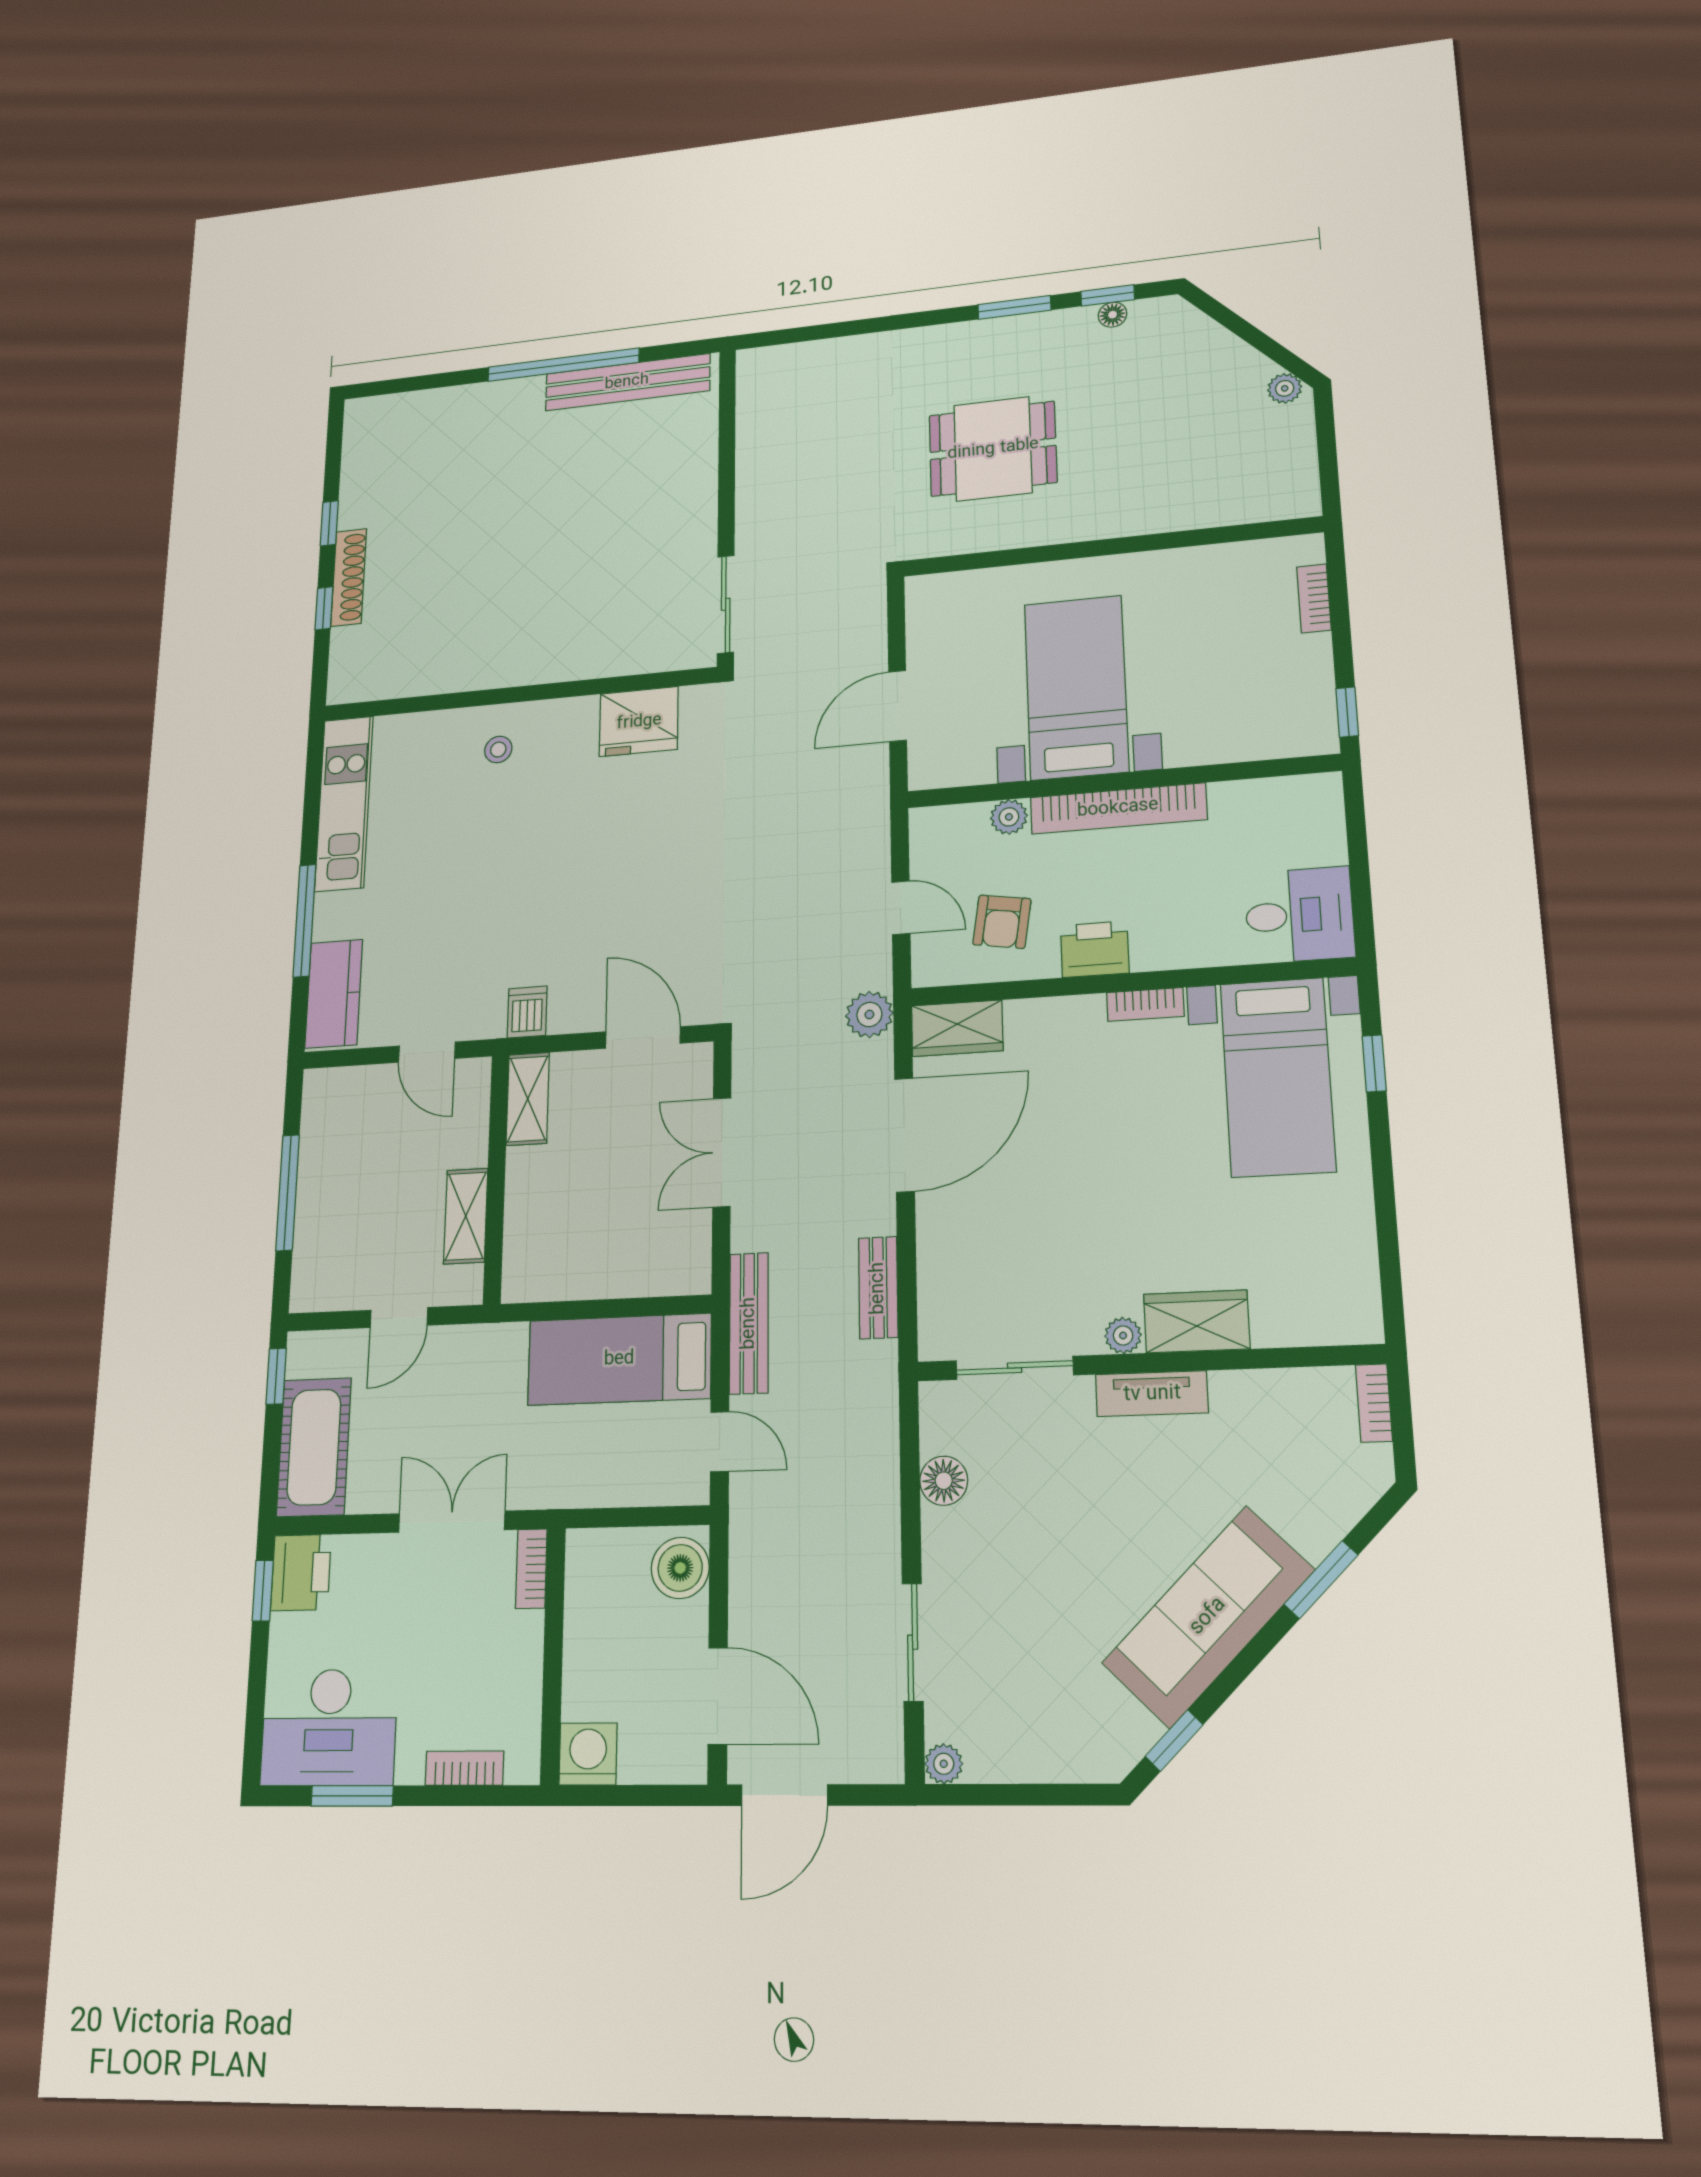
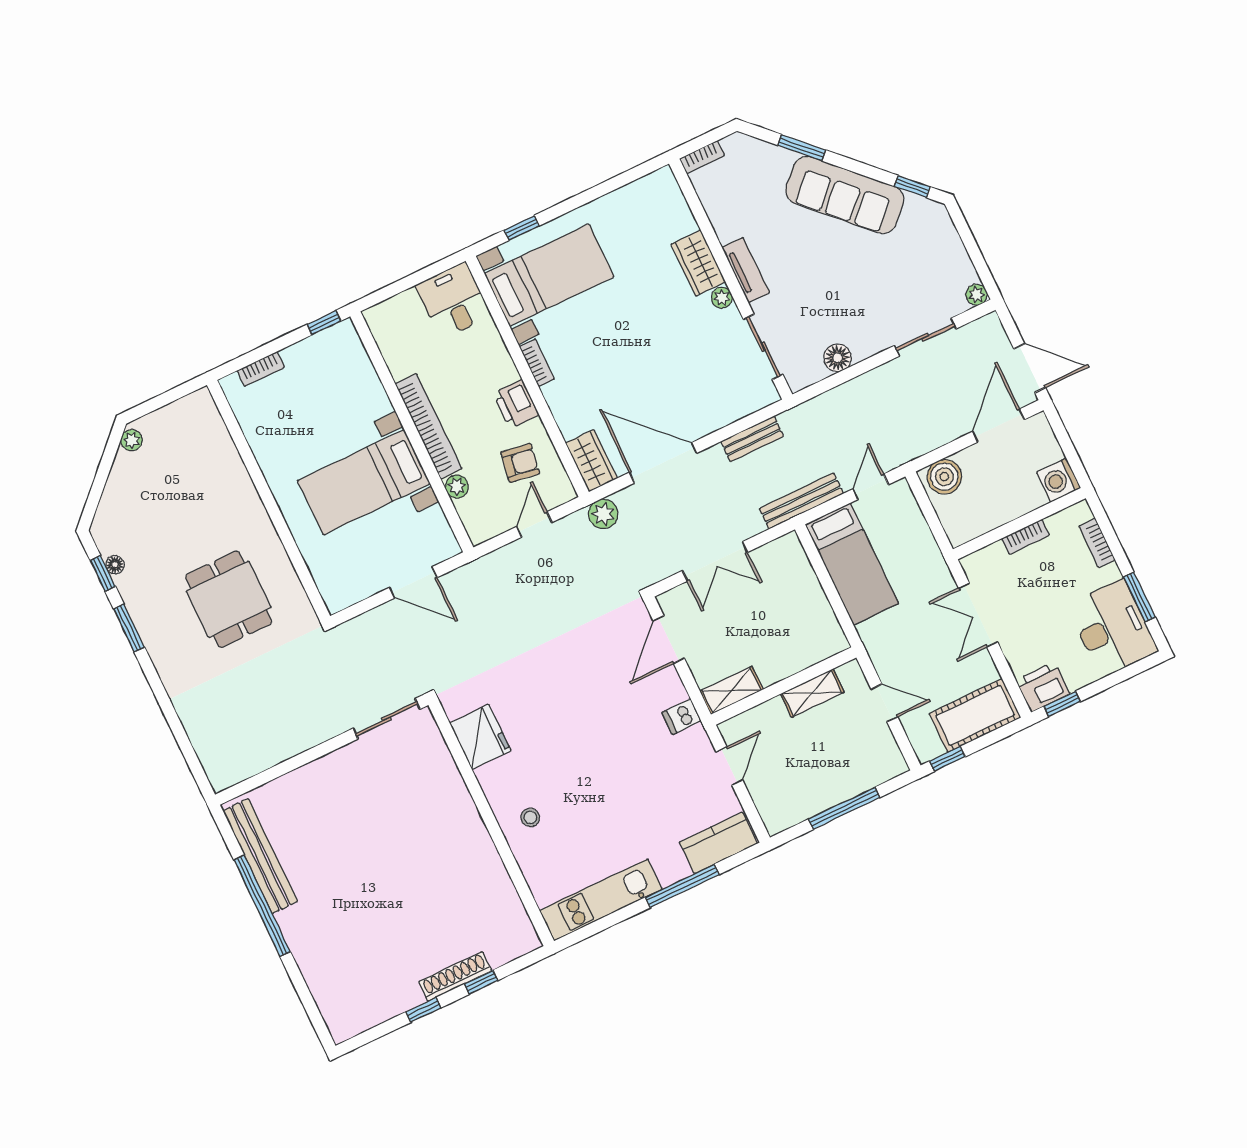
bookcase: (531, 1569) -> (1025, 537), moved

